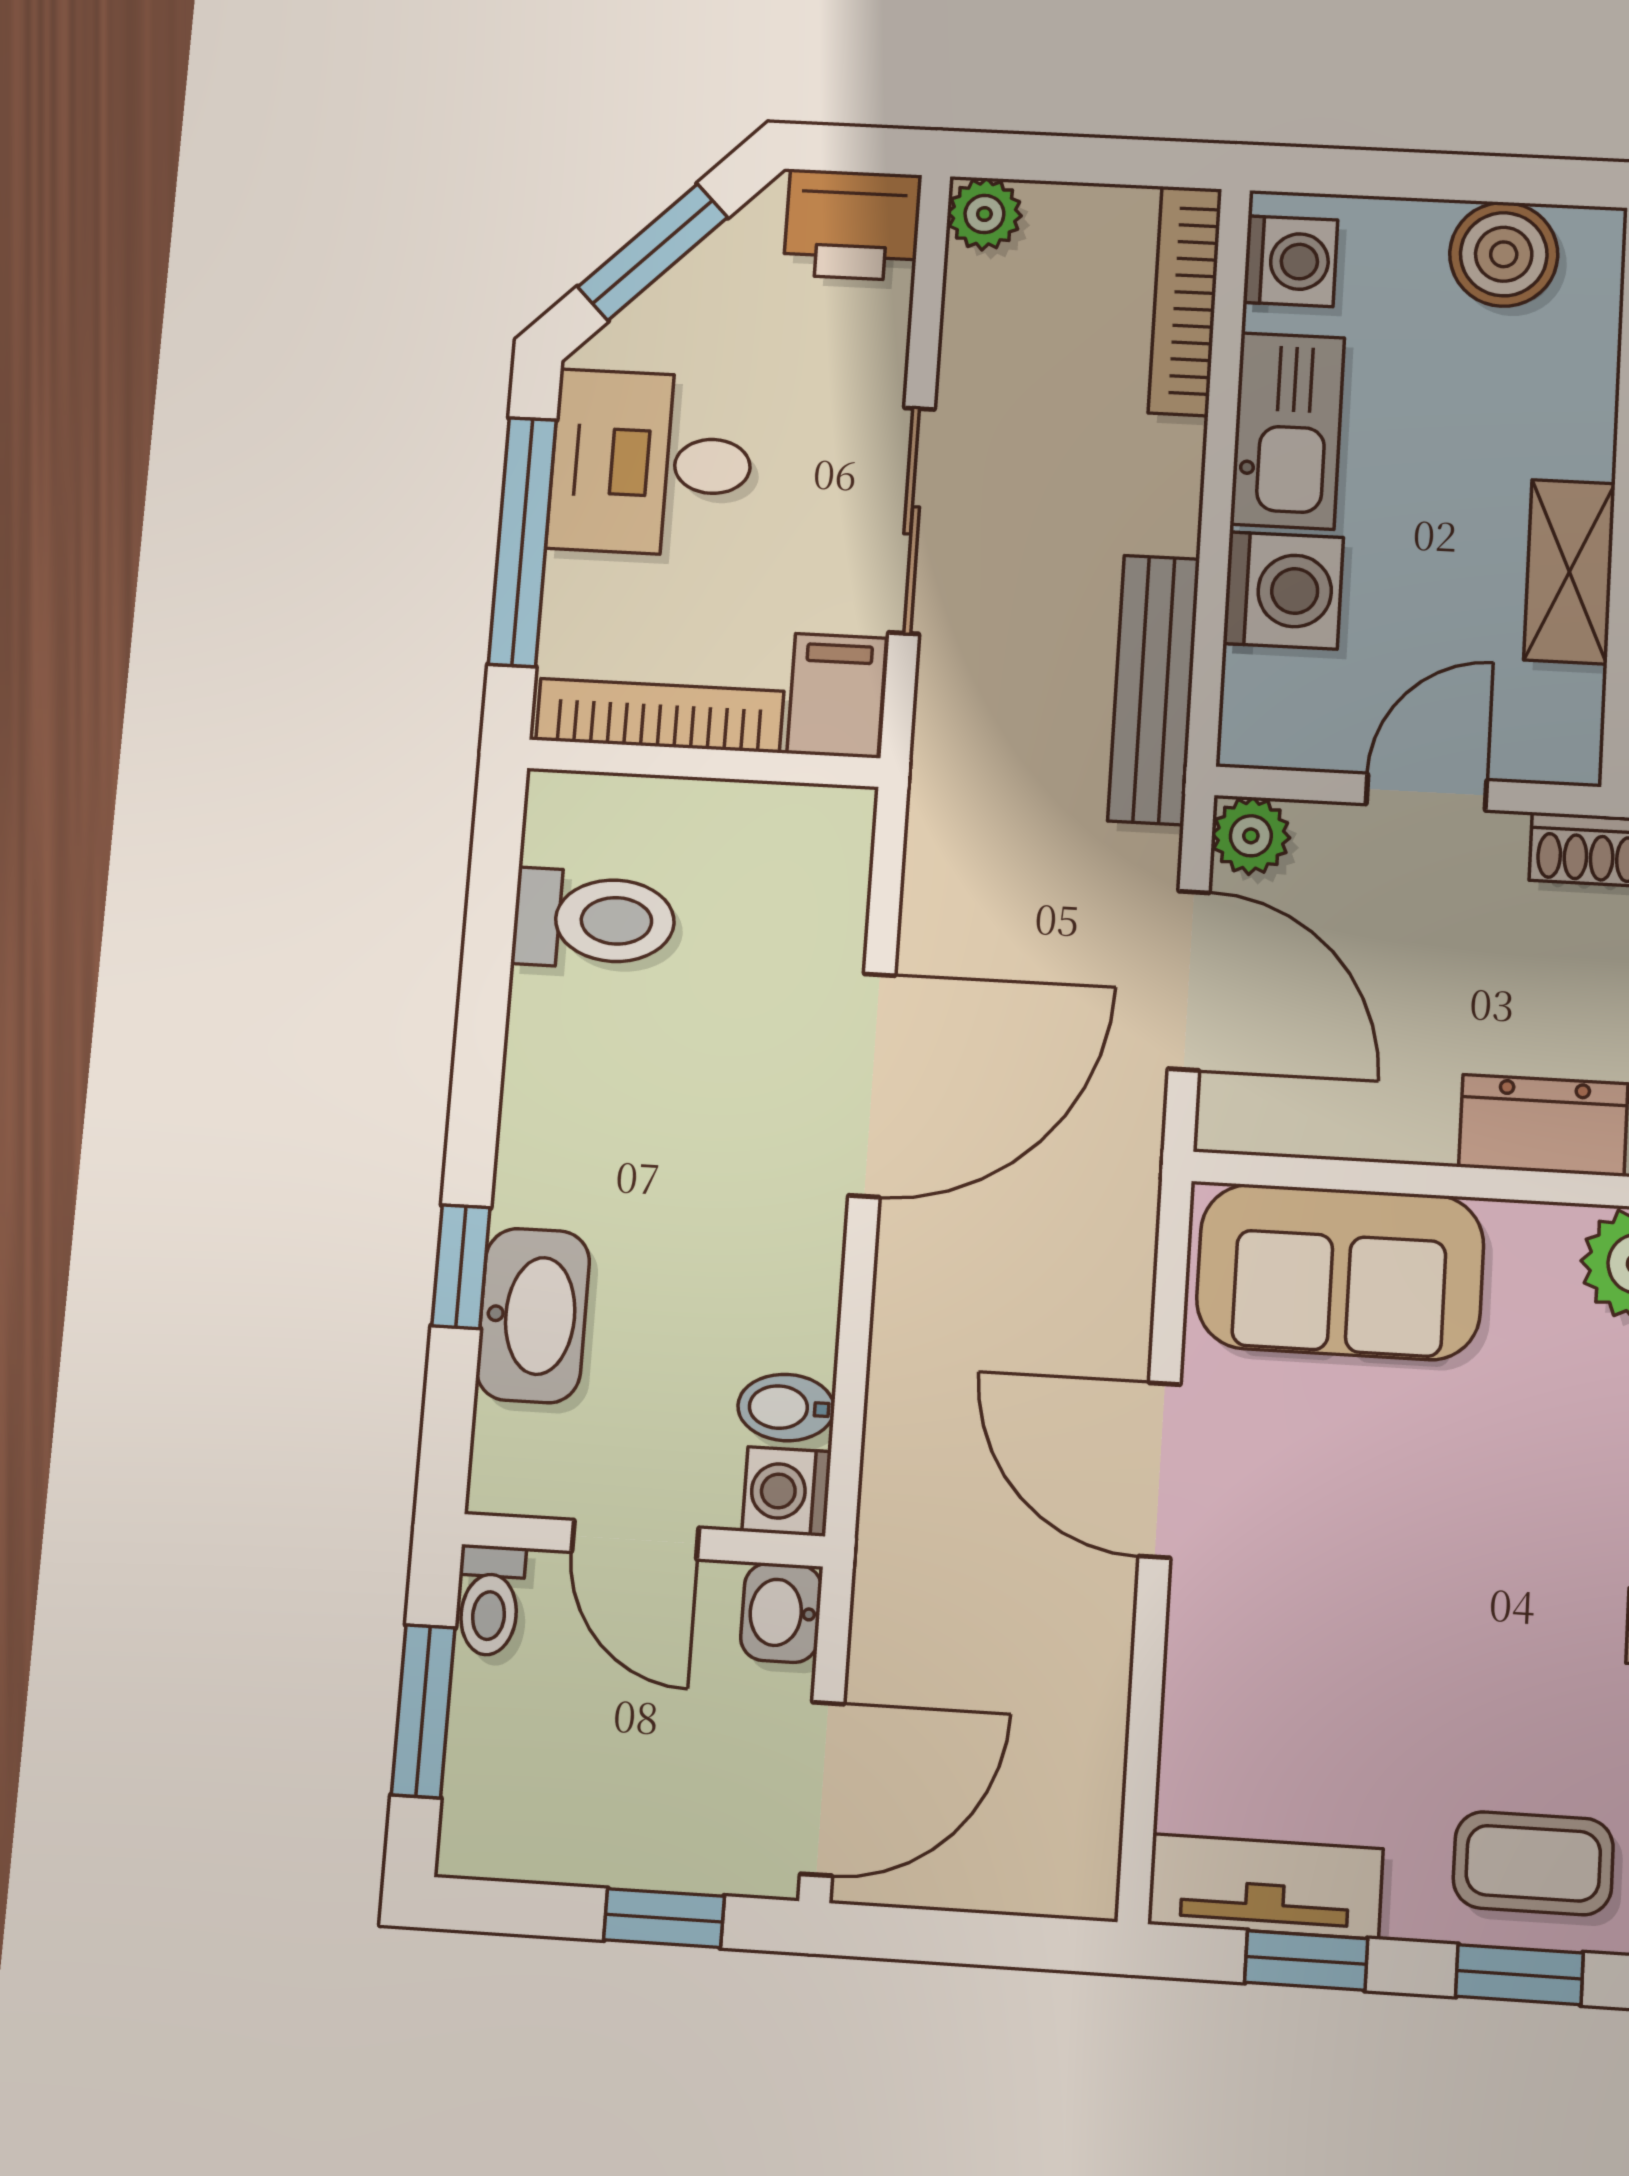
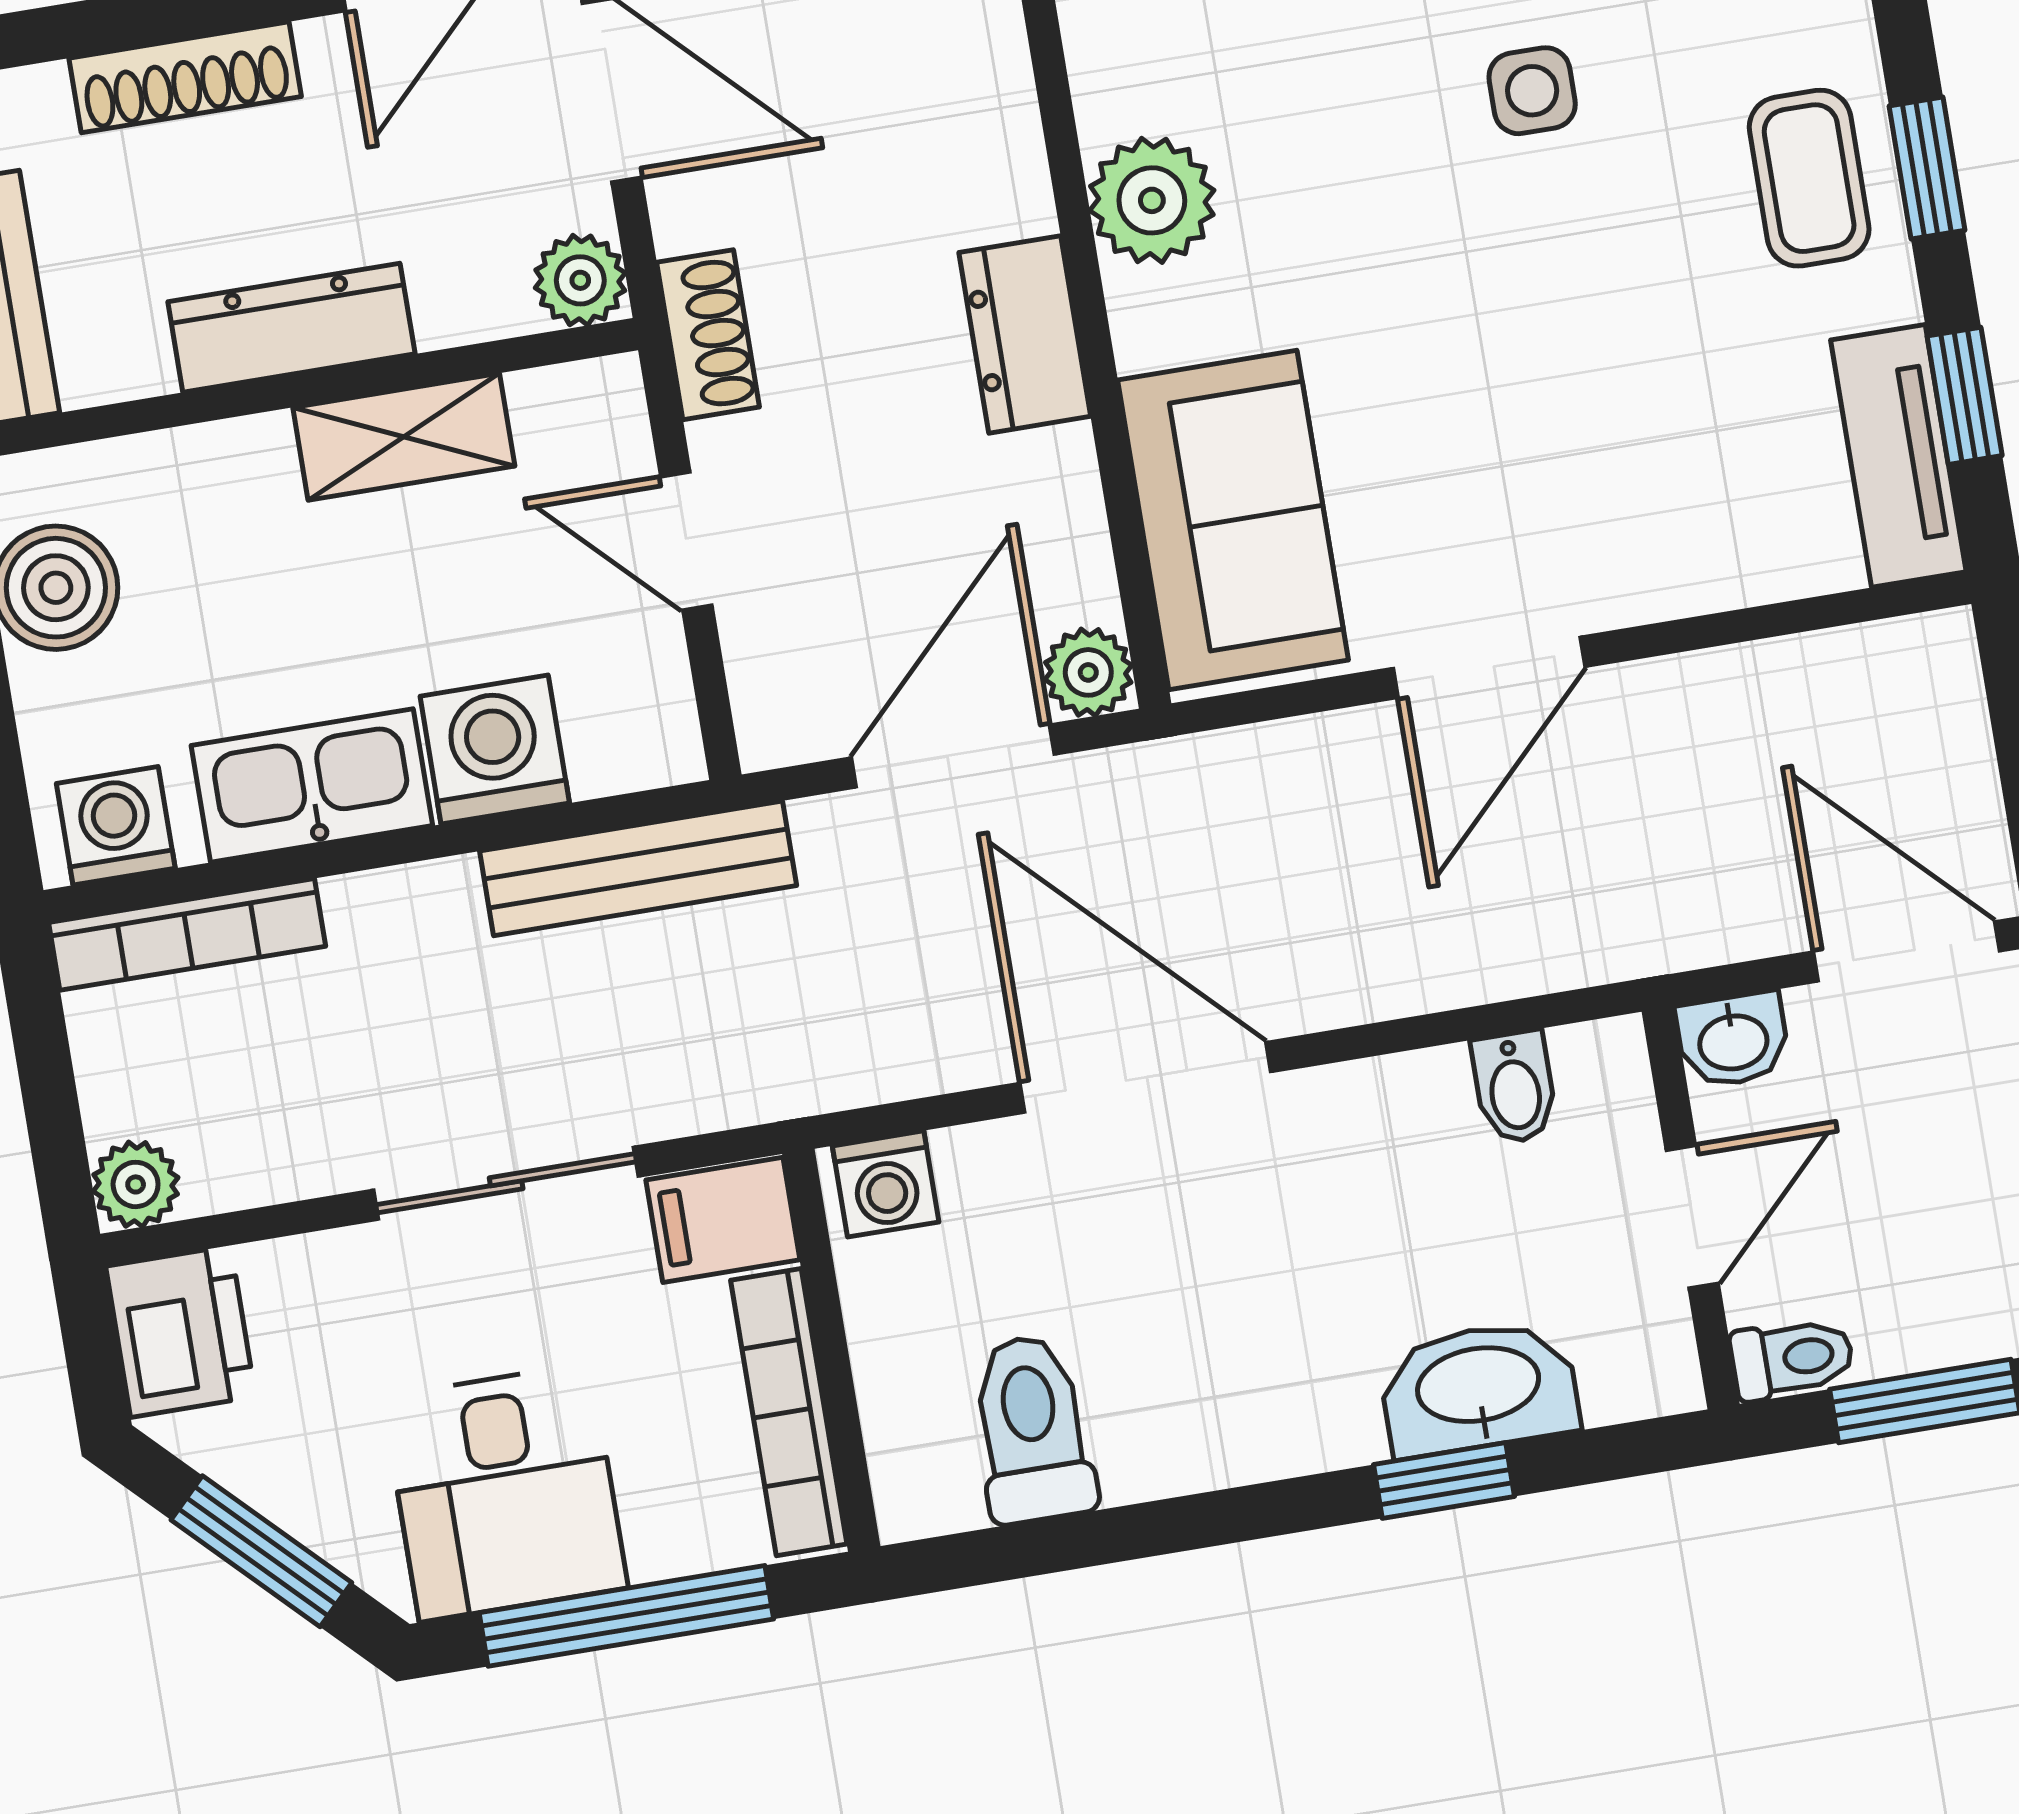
plant: (1251, 836) -> (1088, 672), moved
washing machine: (787, 1491) -> (886, 1184), moved

